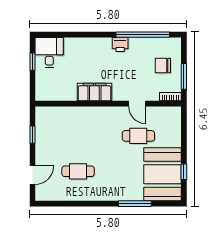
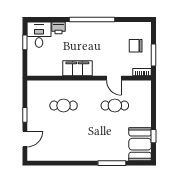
window: (143, 35) -> (92, 19), moved
printer: (120, 45) -> (59, 28), moved
window: (33, 135) -> (25, 115), moved
cafe table: (78, 171) -> (64, 106), moved
booth: (162, 174) -> (140, 144), width x0.73, depth x0.70

